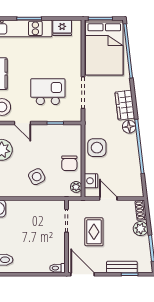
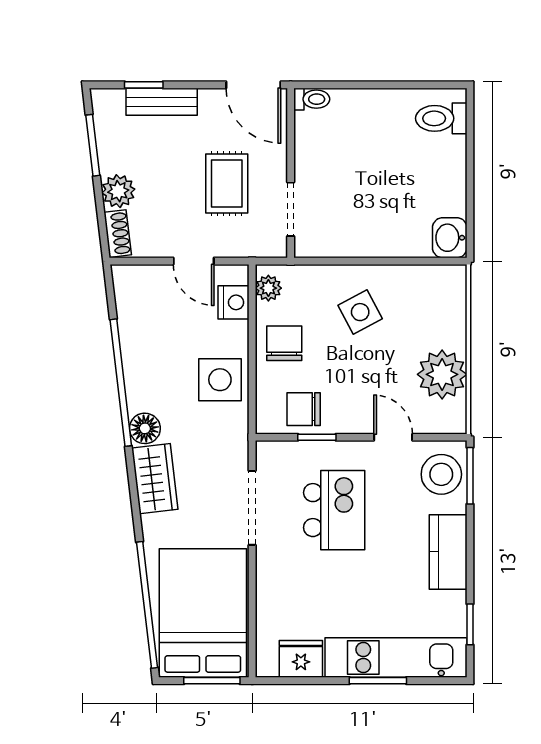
kitchen island: (48, 92) -> (334, 510), turned -90
chair: (61, 135) -> (304, 409), added

